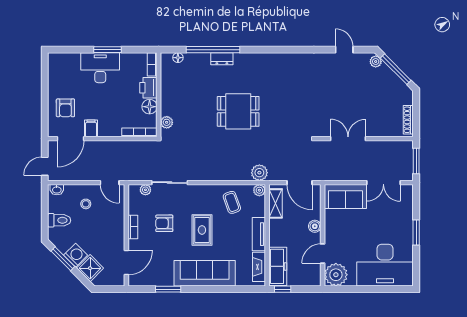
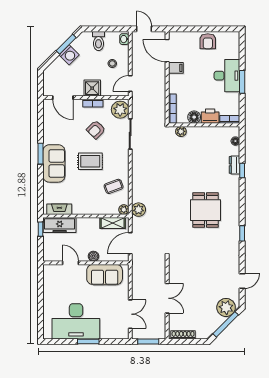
window: (213, 50) -> (242, 171), width x0.32
window: (288, 50) -> (242, 233), added
dresser: (222, 59) -> (234, 165), moved
plant: (376, 62) -> (226, 307), width x1.88, depth x1.88
armchair: (65, 108) -> (208, 41), moved, turned -90
dining table: (238, 111) -> (205, 210), moved
double door: (348, 139) -> (167, 298), moved
double door: (383, 183) -> (130, 314), swing flipped
plant: (145, 190) -> (120, 110), width x1.88, depth x1.88
sofa: (345, 196) -> (105, 275), moved, turned -90
armchair: (164, 223) -> (96, 130), turned -135
tv unit: (259, 234) -> (87, 209), removed
desk: (385, 265) -> (76, 321), moved, turned -90
shower: (90, 268) -> (92, 88), moved, turned 45
sofa: (205, 273) -> (54, 163), width x0.73
plant: (336, 275) -> (53, 274), removed
window: (168, 289) -> (41, 154), moved

